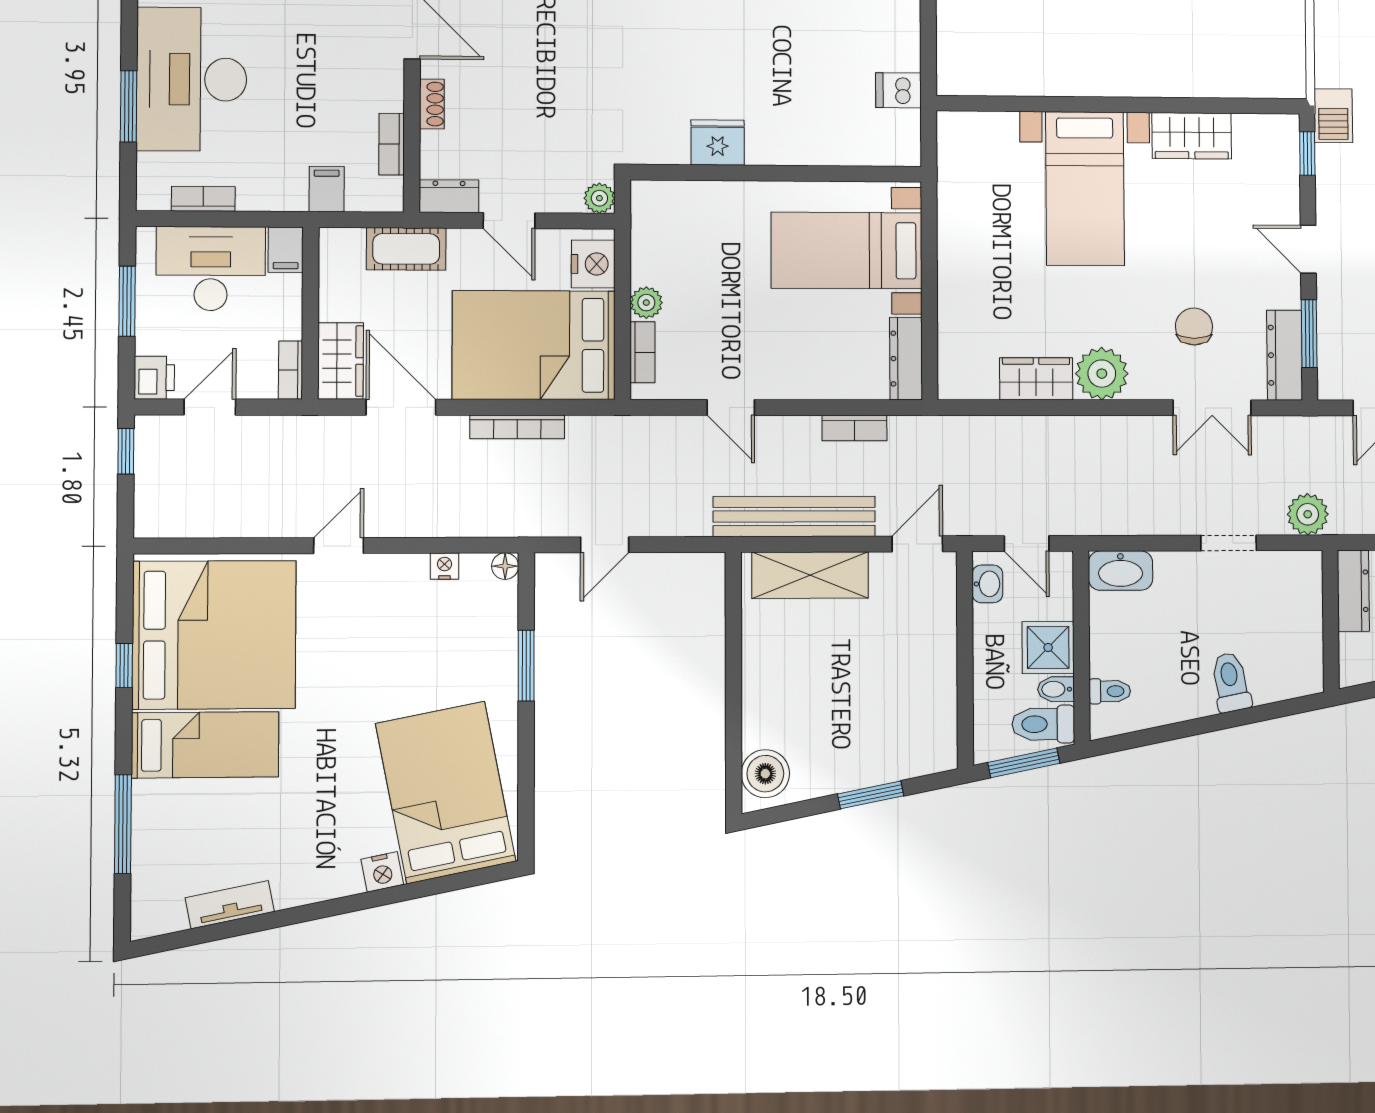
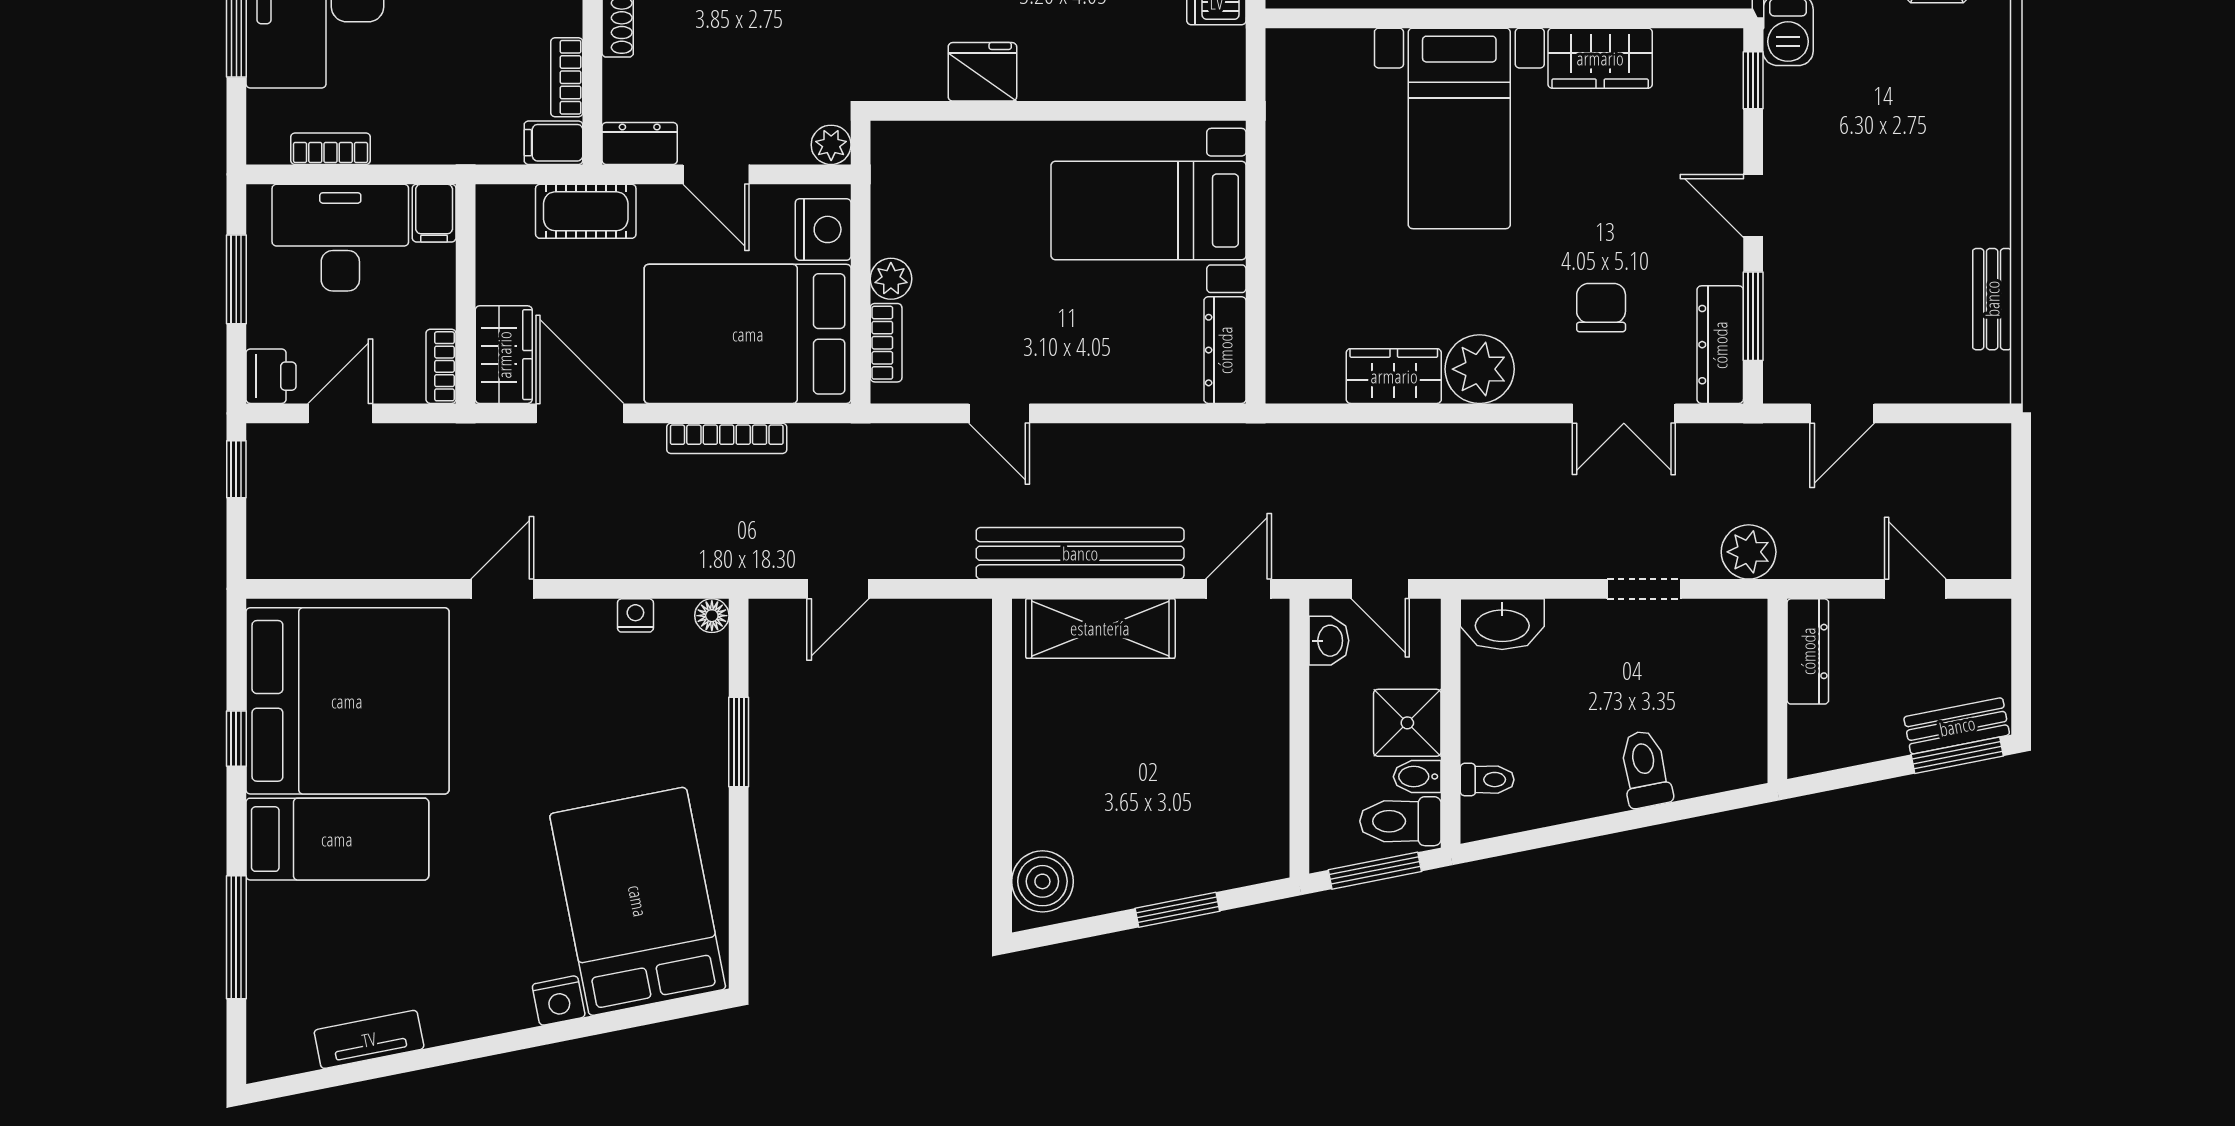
filing cabinet: (327, 189) -> (553, 143), moved, turned -90
bookcase: (854, 428) -> (1158, 440), removed

